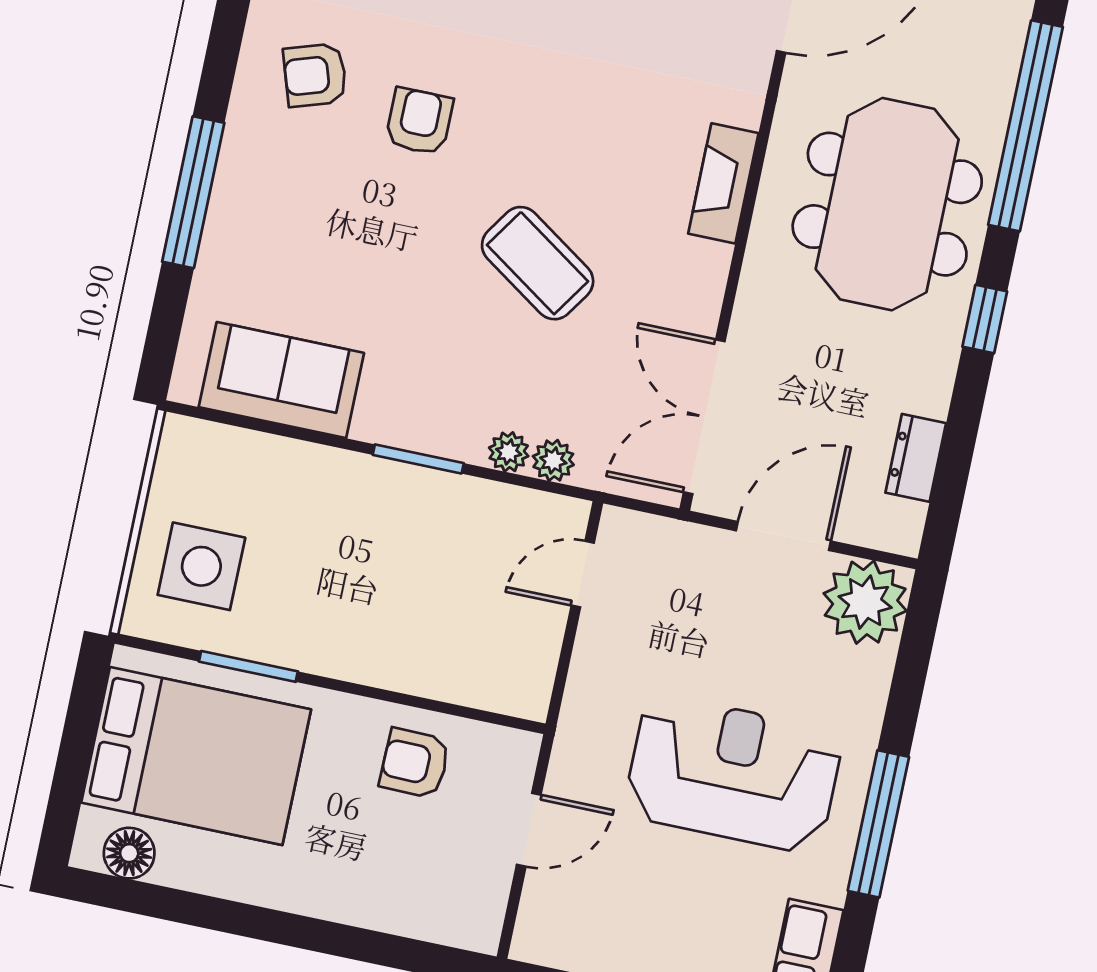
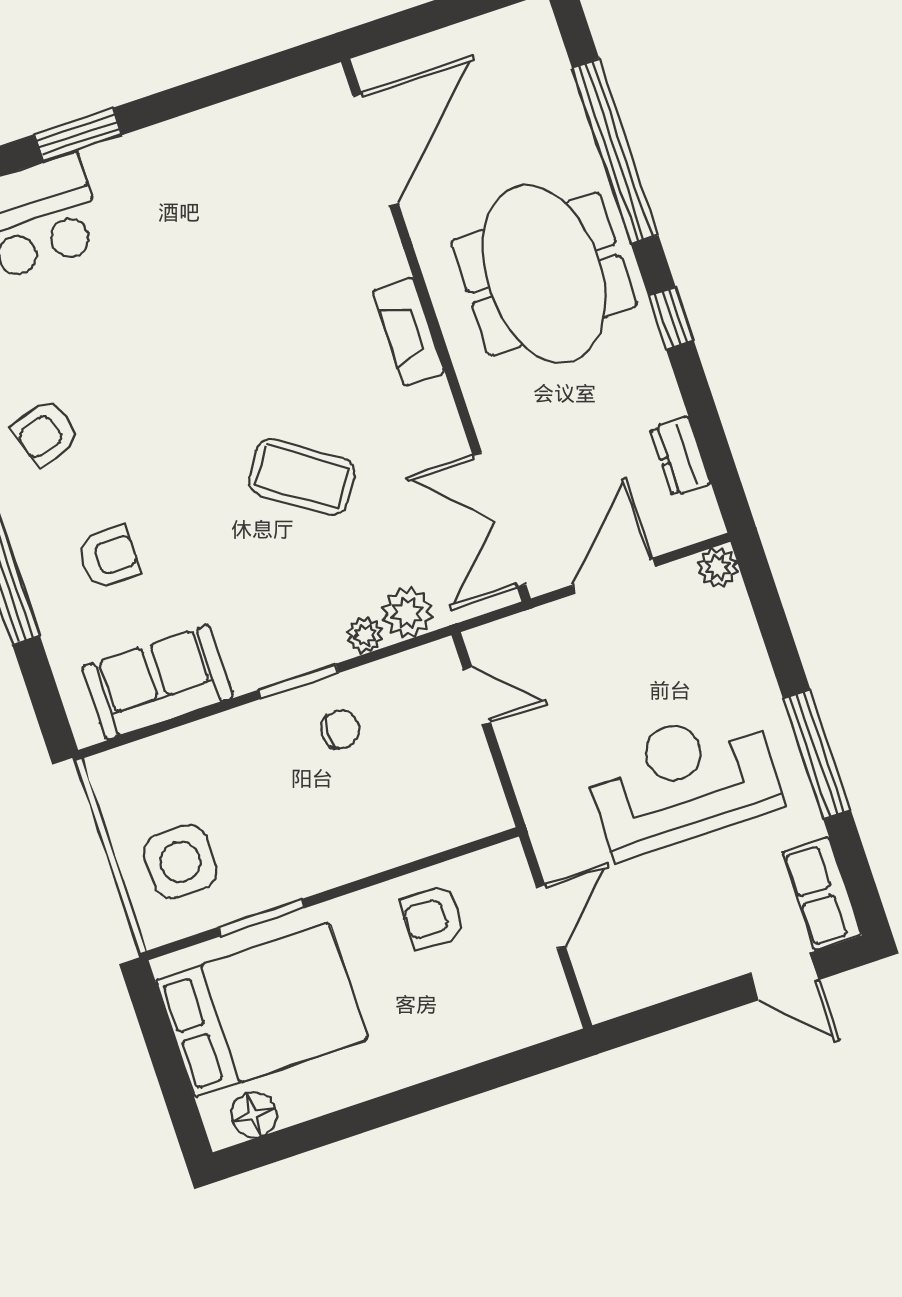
armchair: (419, 121) -> (109, 557), moved, turned 90
plant: (553, 460) -> (407, 613), width x1.38, depth x1.38
chair: (431, 529) -> (340, 729), added
door: (583, 574) -> (477, 696), swing flipped
plant: (865, 602) -> (718, 567), width x0.53, depth x0.53

